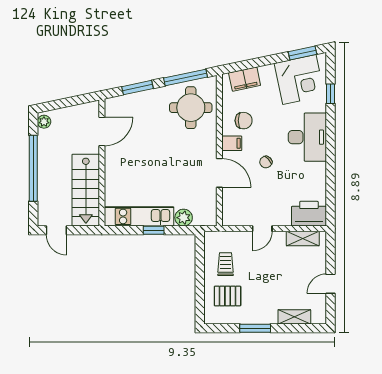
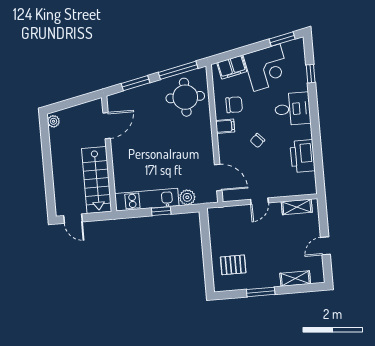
corner desk: (299, 79) -> (267, 68), moved
desk: (307, 137) -> (293, 109), width x0.73
window: (33, 168) -> (47, 164), removed
door: (219, 173) -> (218, 177), moved
printer: (309, 214) -> (303, 156), moved, turned -90
trolley: (226, 264) -> (229, 236), removed

